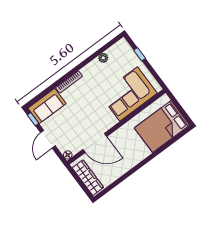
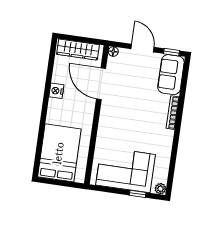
plant: (103, 58) -> (160, 189), moved
corner sofa: (129, 94) -> (125, 170), moved, turned -90
door: (95, 143) -> (101, 84), hinge flipped
nightstand: (126, 166) -> (56, 91), added

